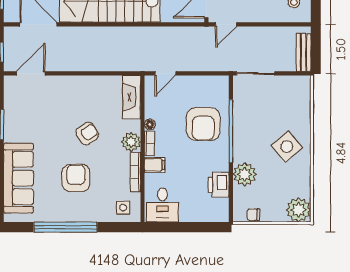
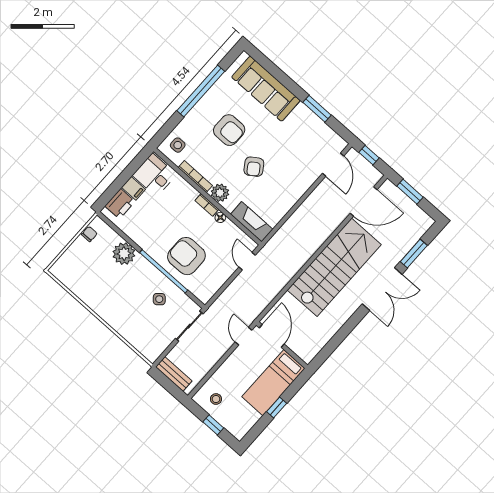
side table: (287, 147) -> (159, 299), moved, width x0.54, depth x0.54
filing cabinet: (155, 165) -> (133, 188), moved, turned -90
printer: (219, 185) -> (120, 204), moved, turned 90
plant: (299, 210) -> (64, 270), removed

